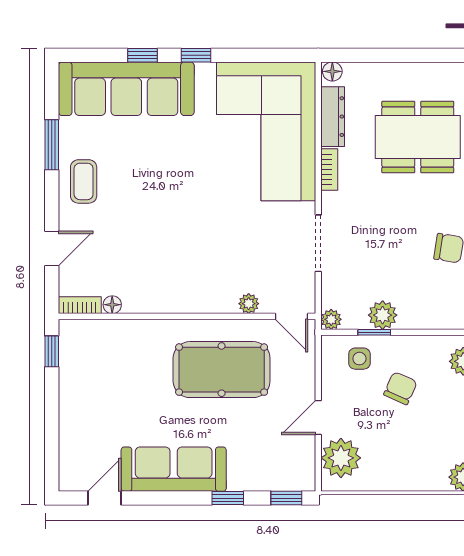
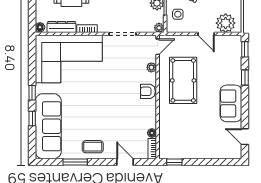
armchair: (199, 296) -> (148, 91), added
sofa: (174, 469) -> (231, 103), width x0.73

